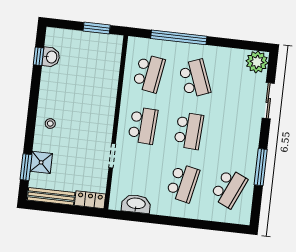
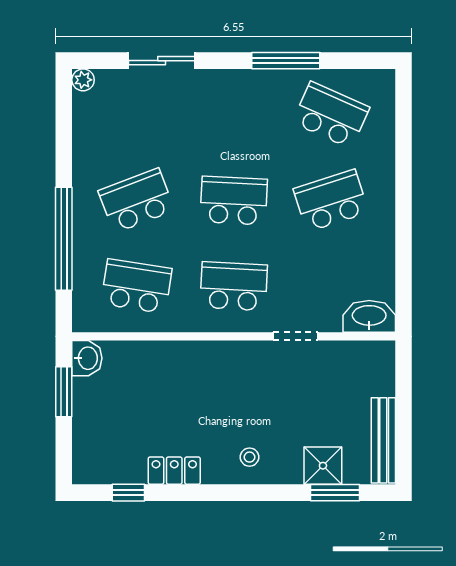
washbasin: (51, 57) -> (87, 358), moved, turned 90
plant: (257, 62) -> (83, 80), width x0.53, depth x0.53
school desk: (183, 183) -> (331, 201), turned -30
locker: (90, 200) -> (174, 471), moved, turned 90
washbasin: (136, 204) -> (369, 316), moved, turned 90

